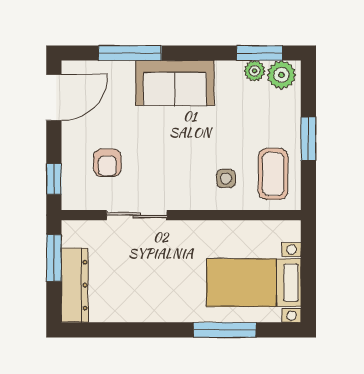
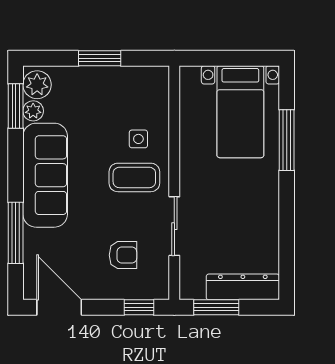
sofa: (175, 83) -> (45, 175), width x1.36
coffee table: (273, 174) -> (134, 177), moved

